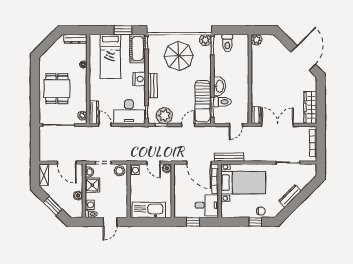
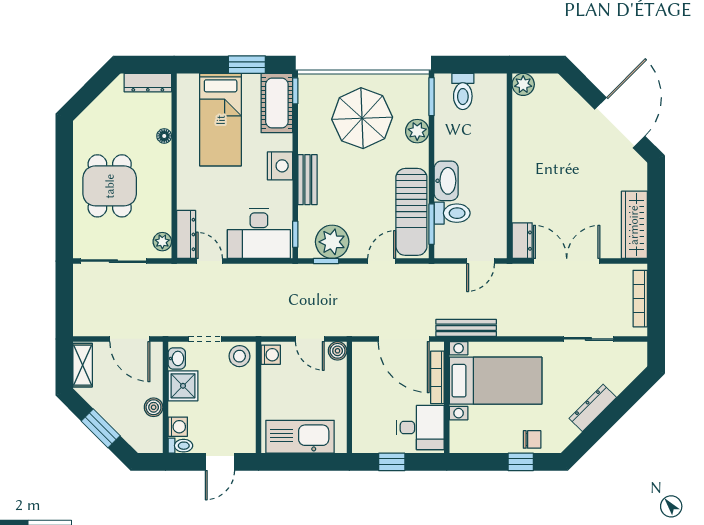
plant: (205, 40) -> (417, 131), moved

